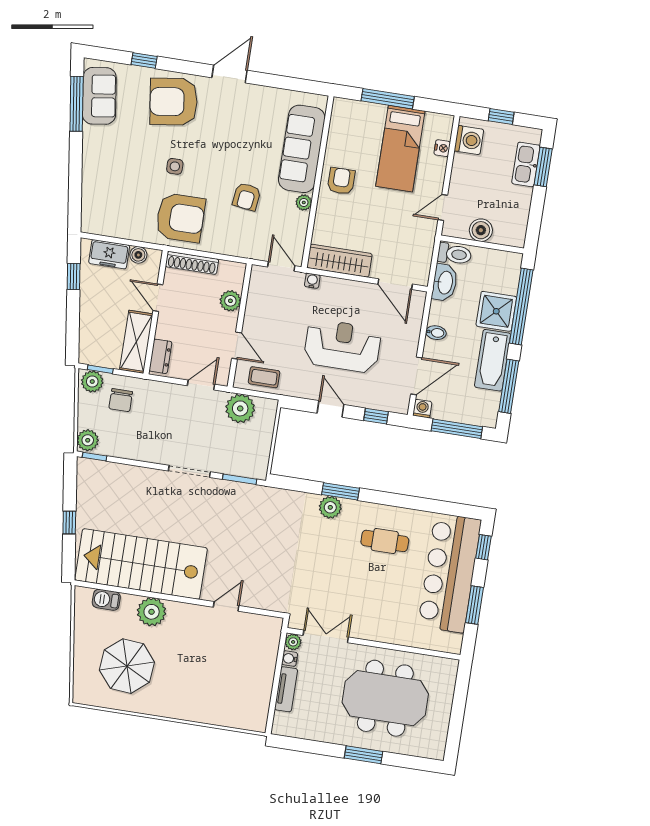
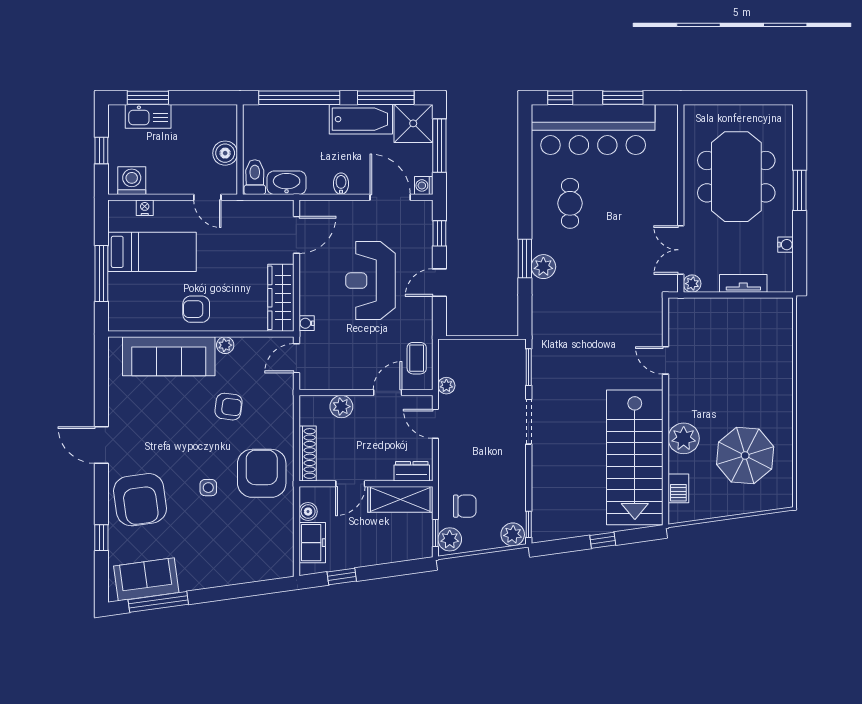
shower: (496, 311) -> (413, 123), moved
plant: (240, 408) -> (446, 386), width x0.53, depth x0.53
water cooler: (290, 659) -> (785, 245), moved, turned -90

